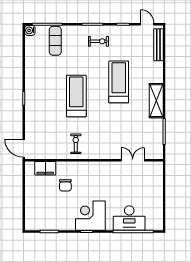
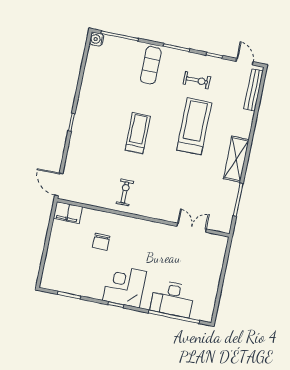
exercise mat: (55, 41) -> (151, 65), moved
exercise bike: (98, 41) -> (197, 80), moved
treadmill: (76, 96) -> (138, 133), width x0.73, depth x0.73
filing cabinet: (45, 168) -> (68, 213), moved

